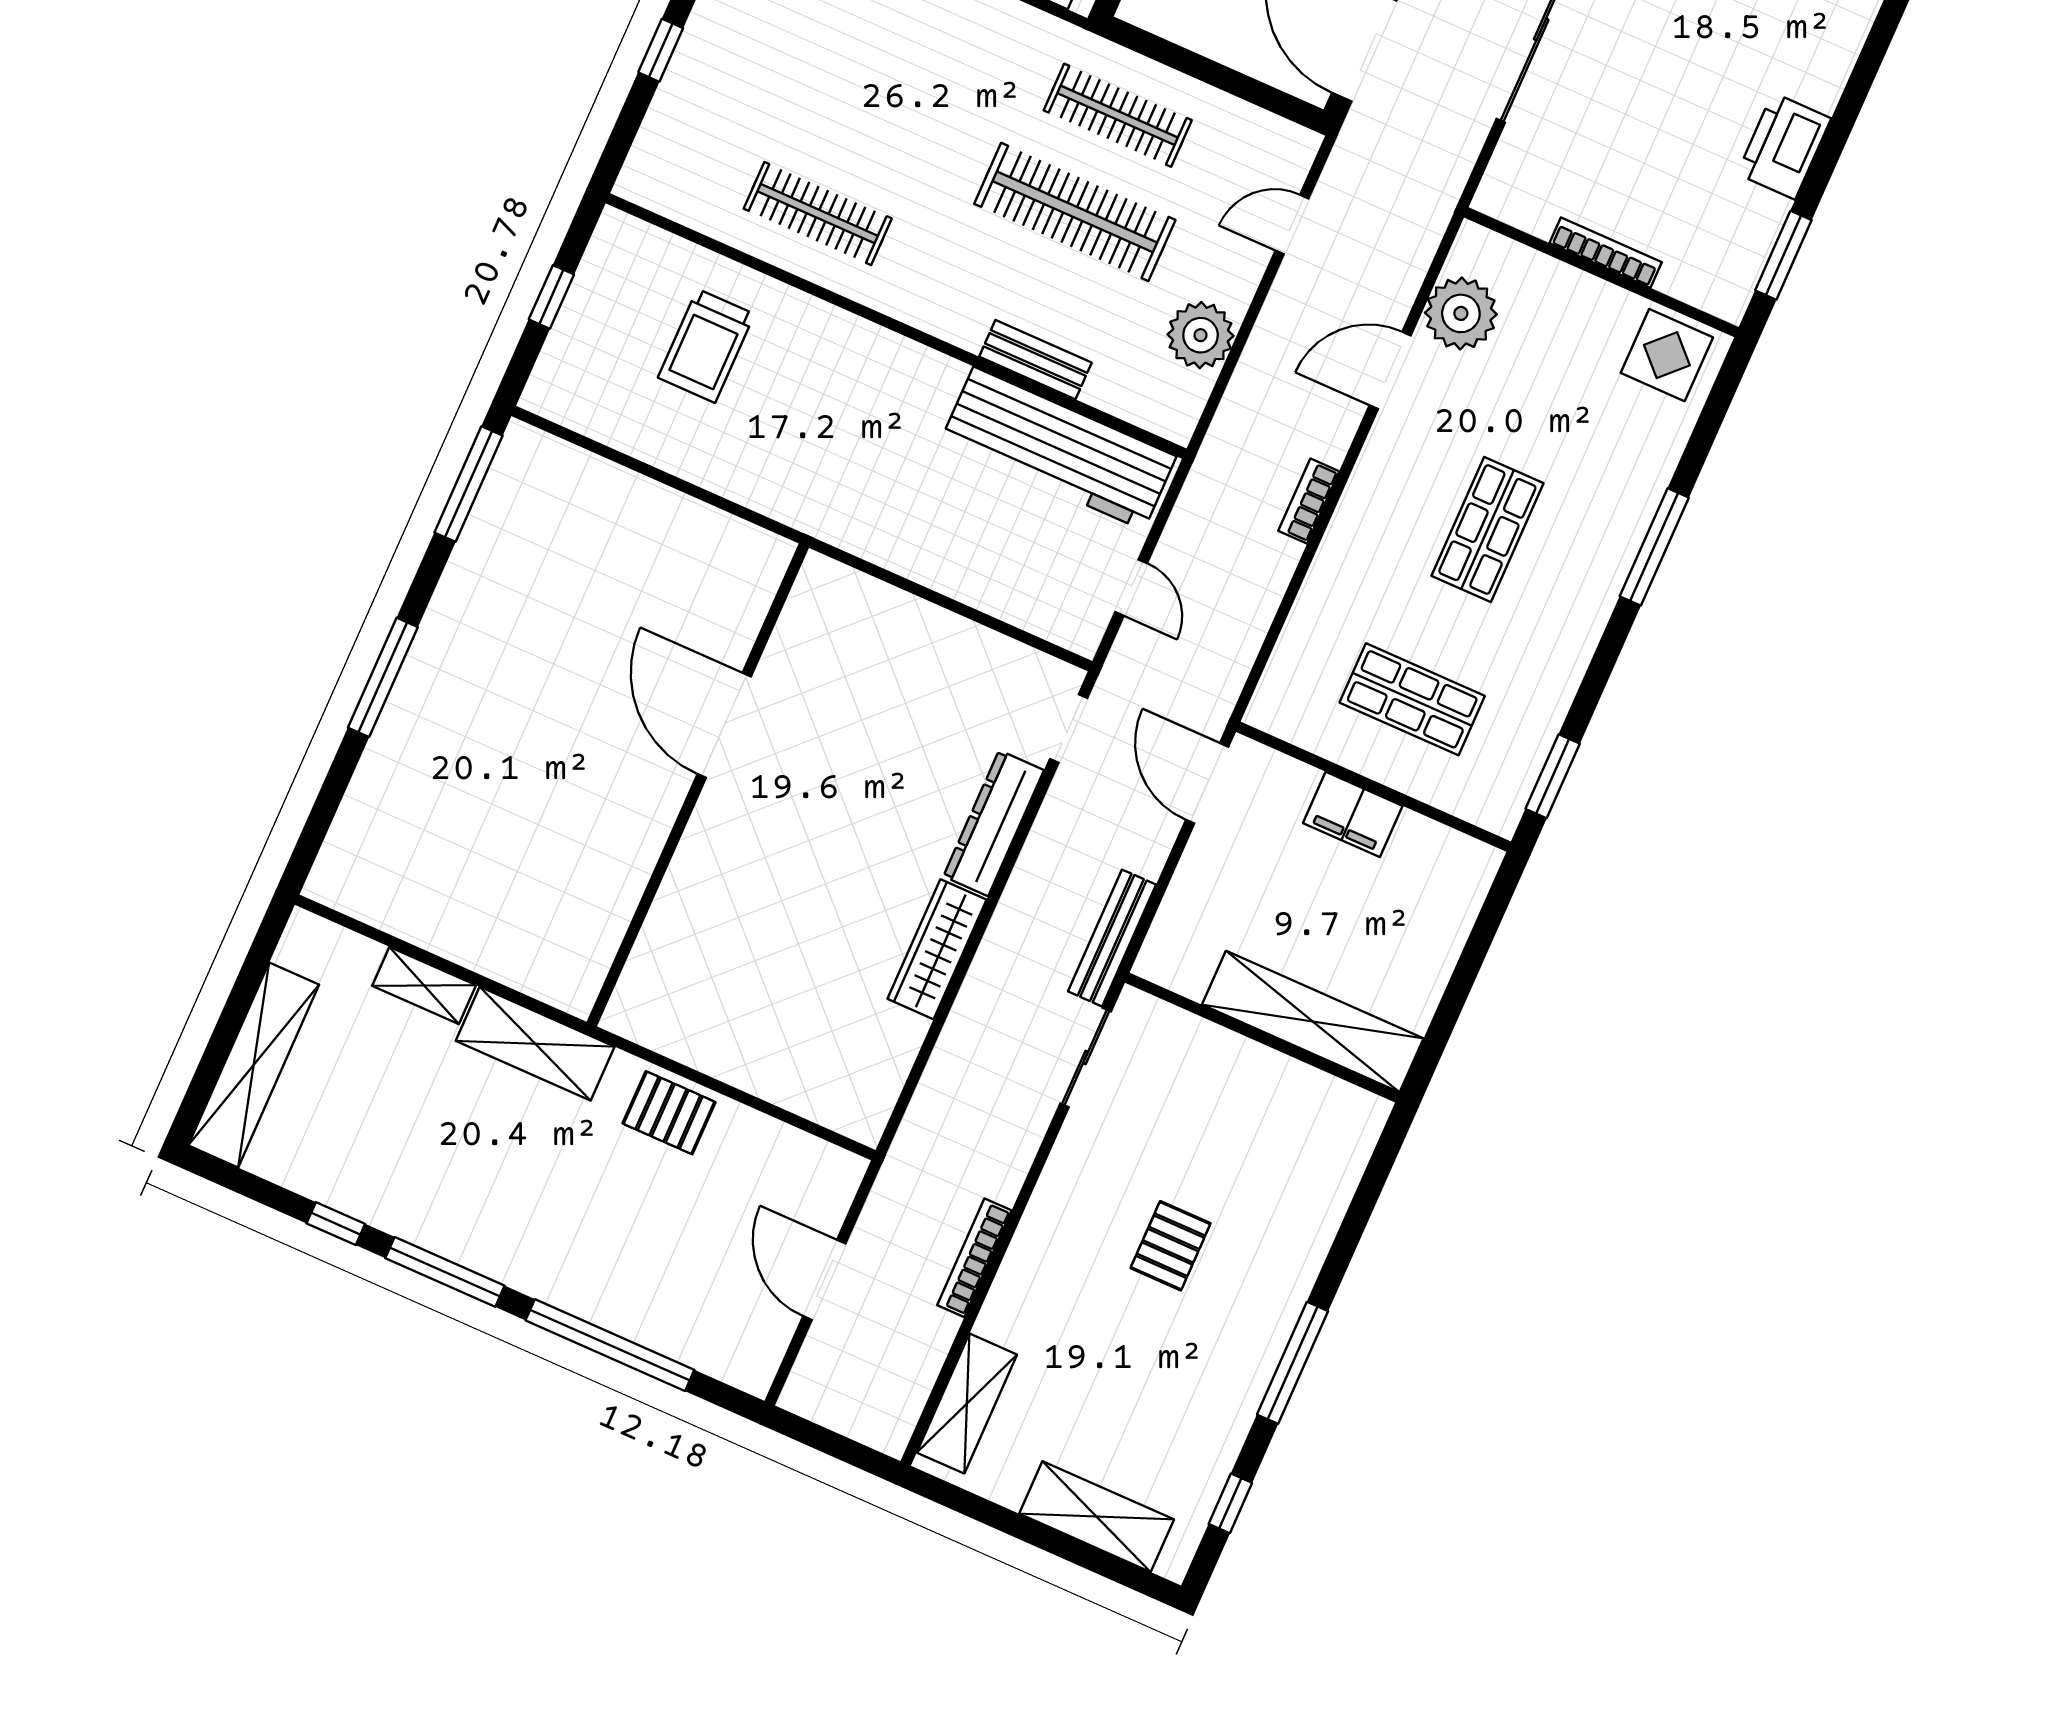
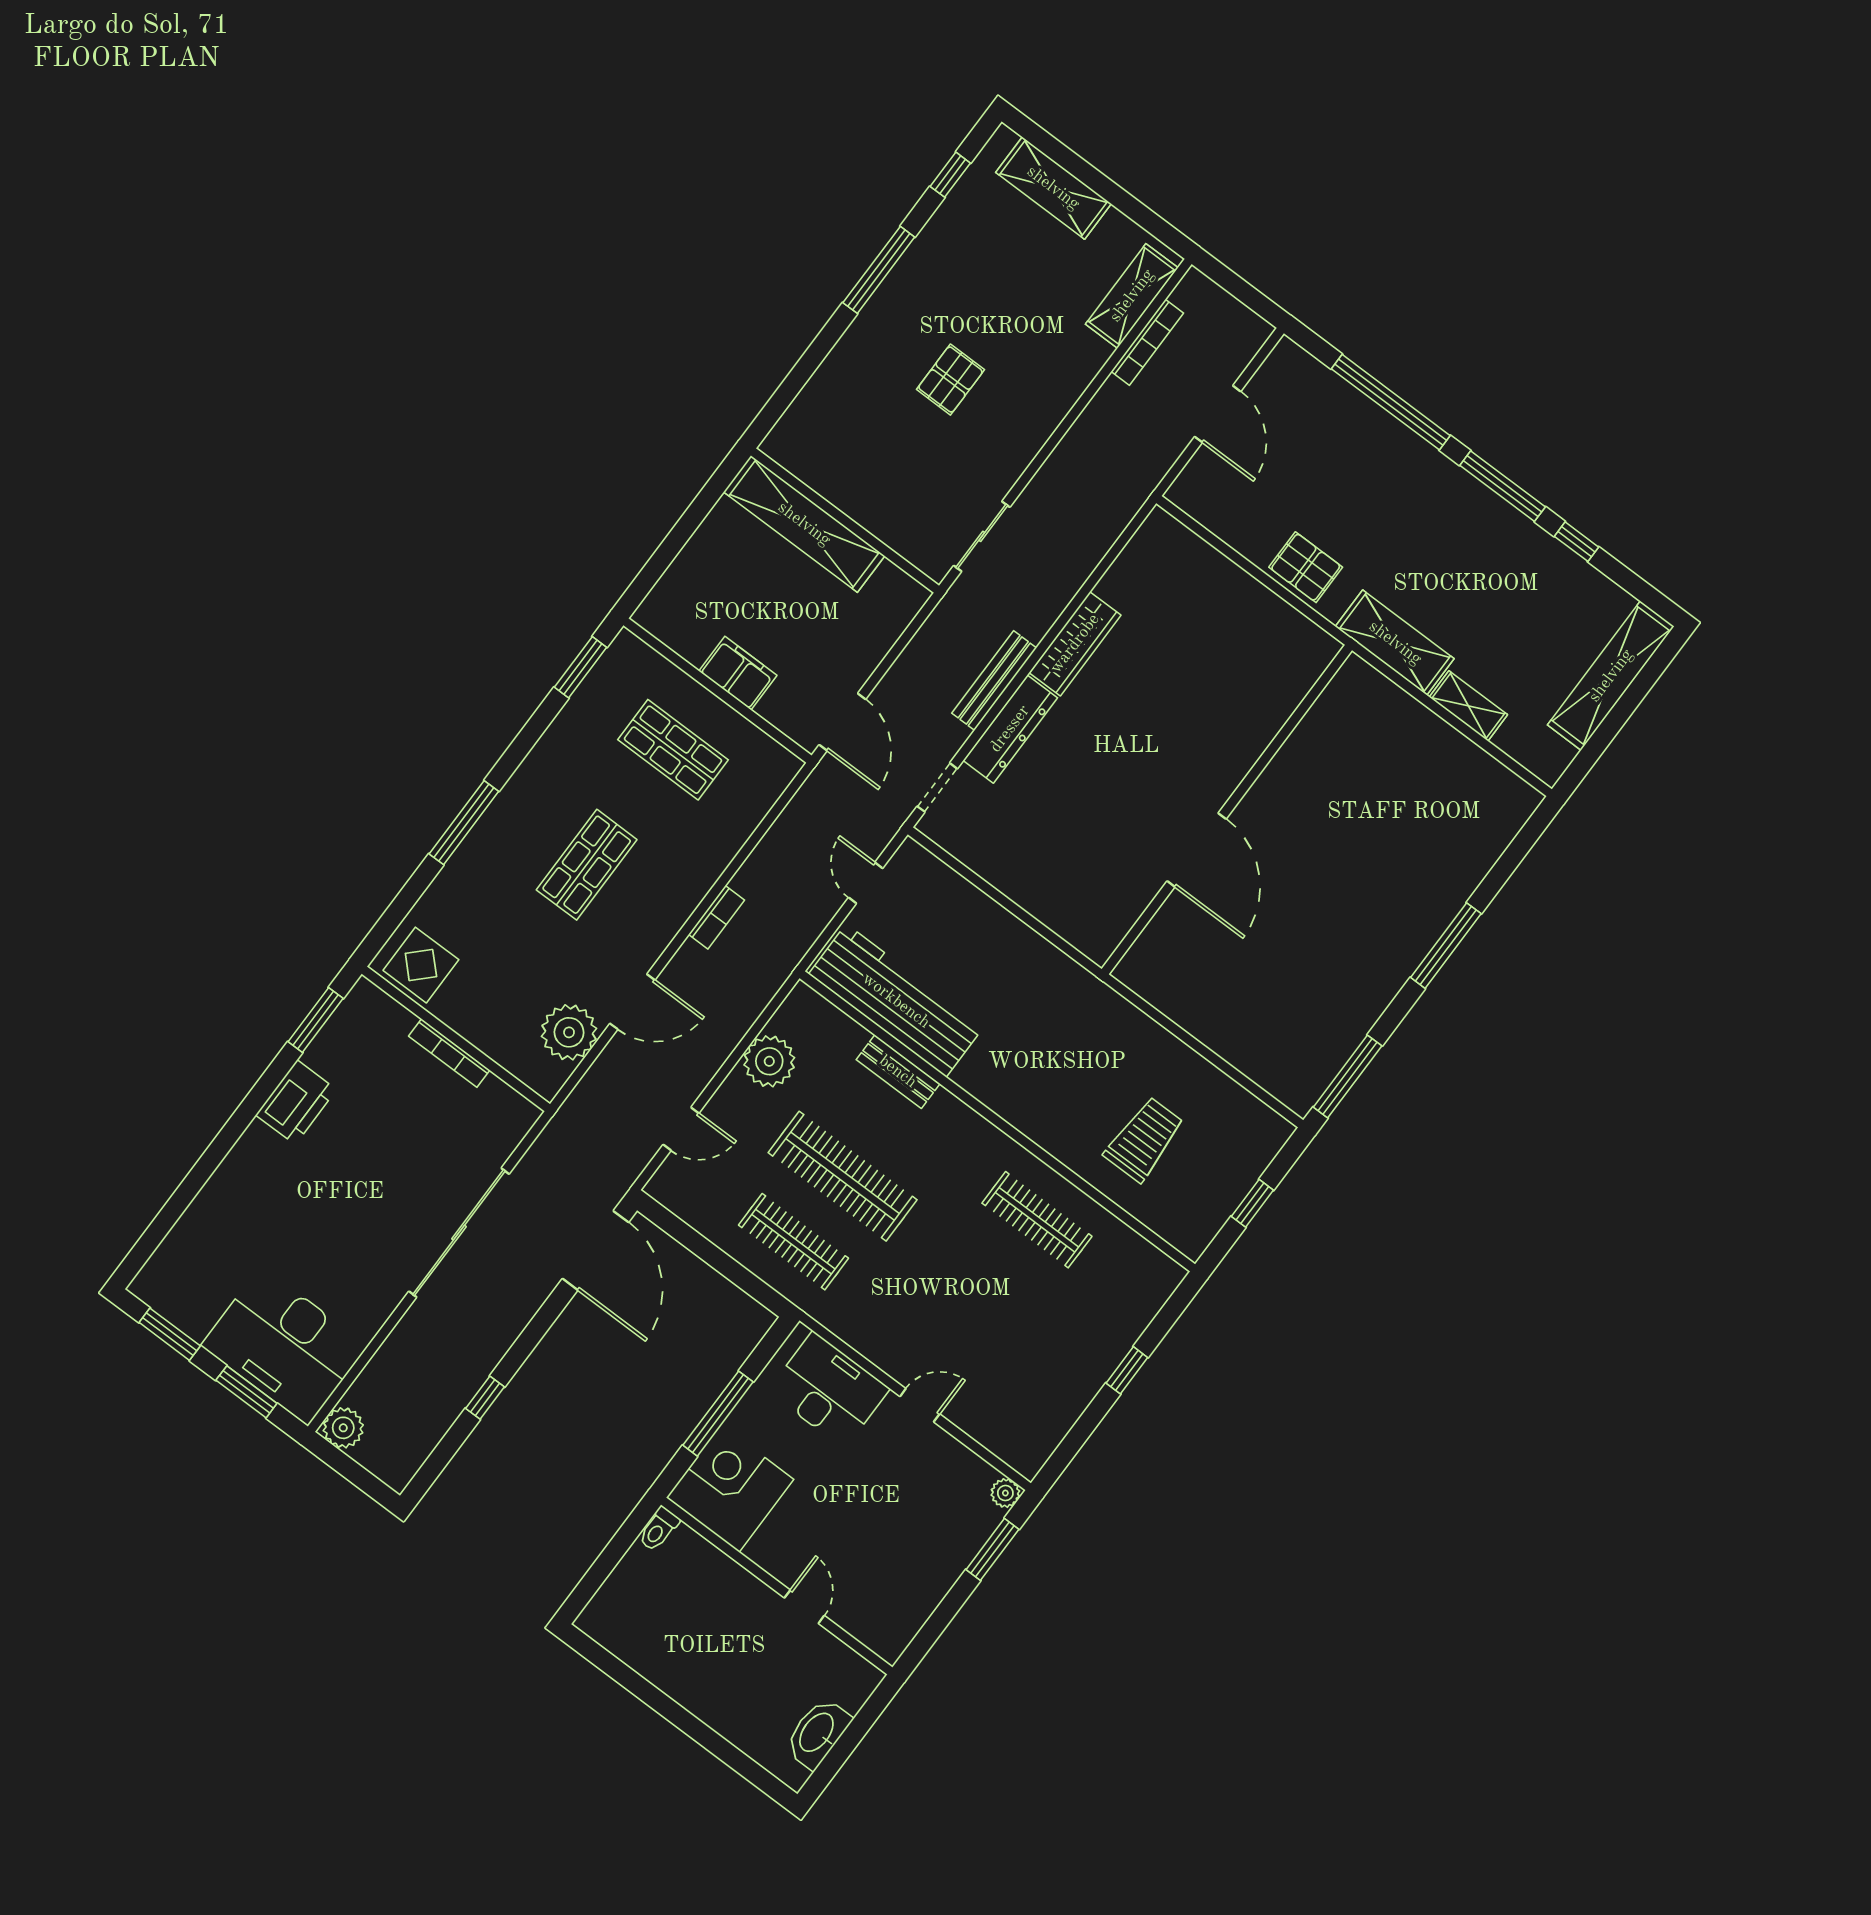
bench: (1112, 938) -> (994, 680), moved
bookcase: (974, 1258) -> (1147, 342), moved

